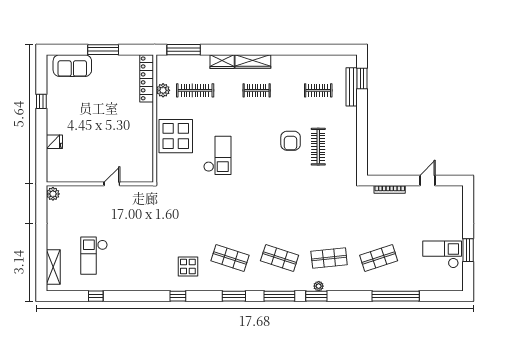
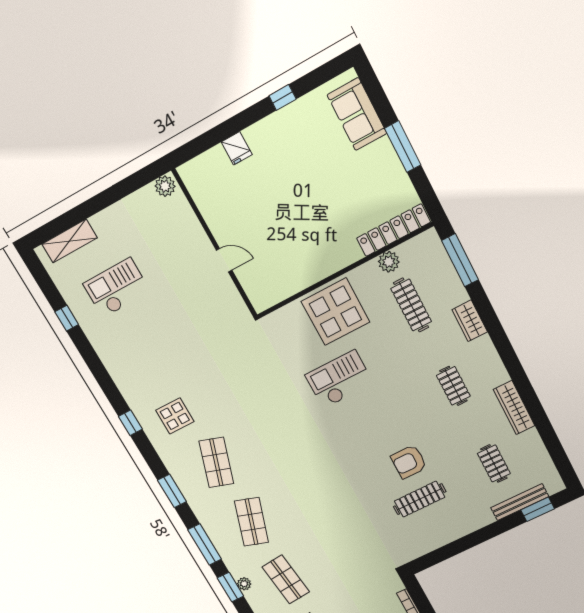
wardrobe: (253, 61) -> (514, 408), moved
checkout: (217, 155) -> (339, 379), turned 180

